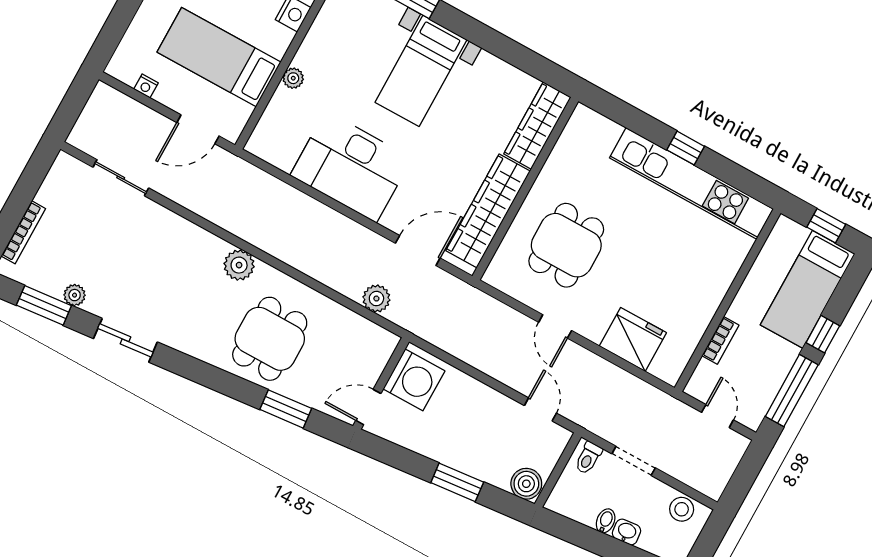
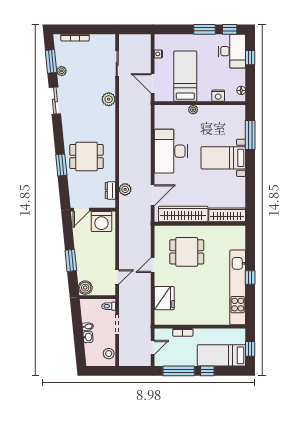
door: (418, 251) -> (153, 195), hinge flipped
plant: (239, 265) -> (109, 99), moved
dresser: (363, 329) -> (110, 191), added
door: (368, 407) -> (81, 210), swing flipped
window: (286, 409) -> (61, 165), moved

